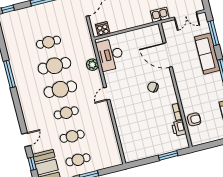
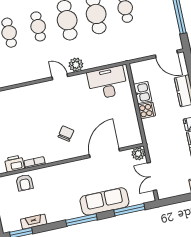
kitchen sink: (160, 15) -> (143, 93), moved
plant: (167, 27) -> (138, 154), added
cooker: (103, 29) -> (147, 110), moved
plant: (92, 65) -> (76, 65), moved

